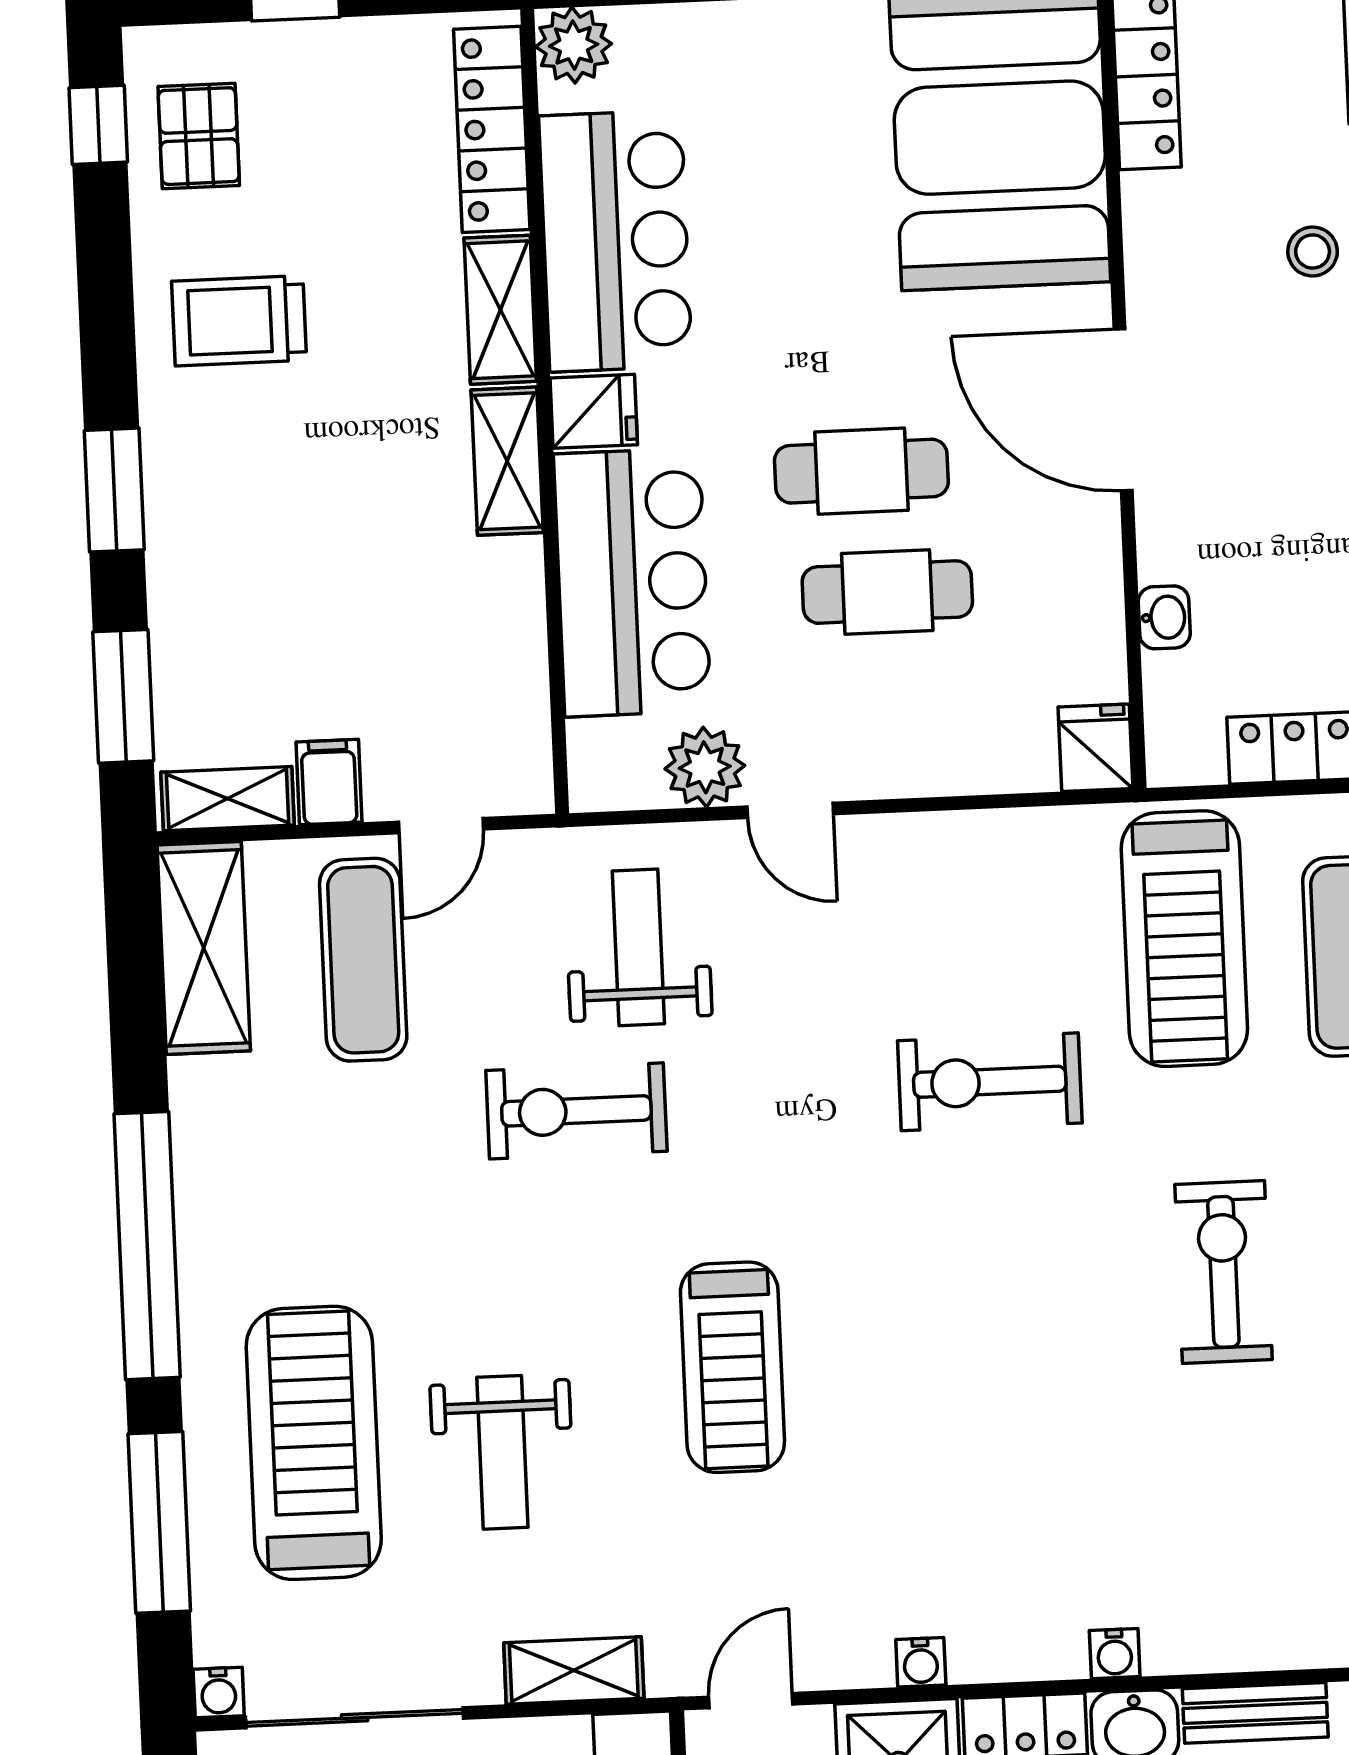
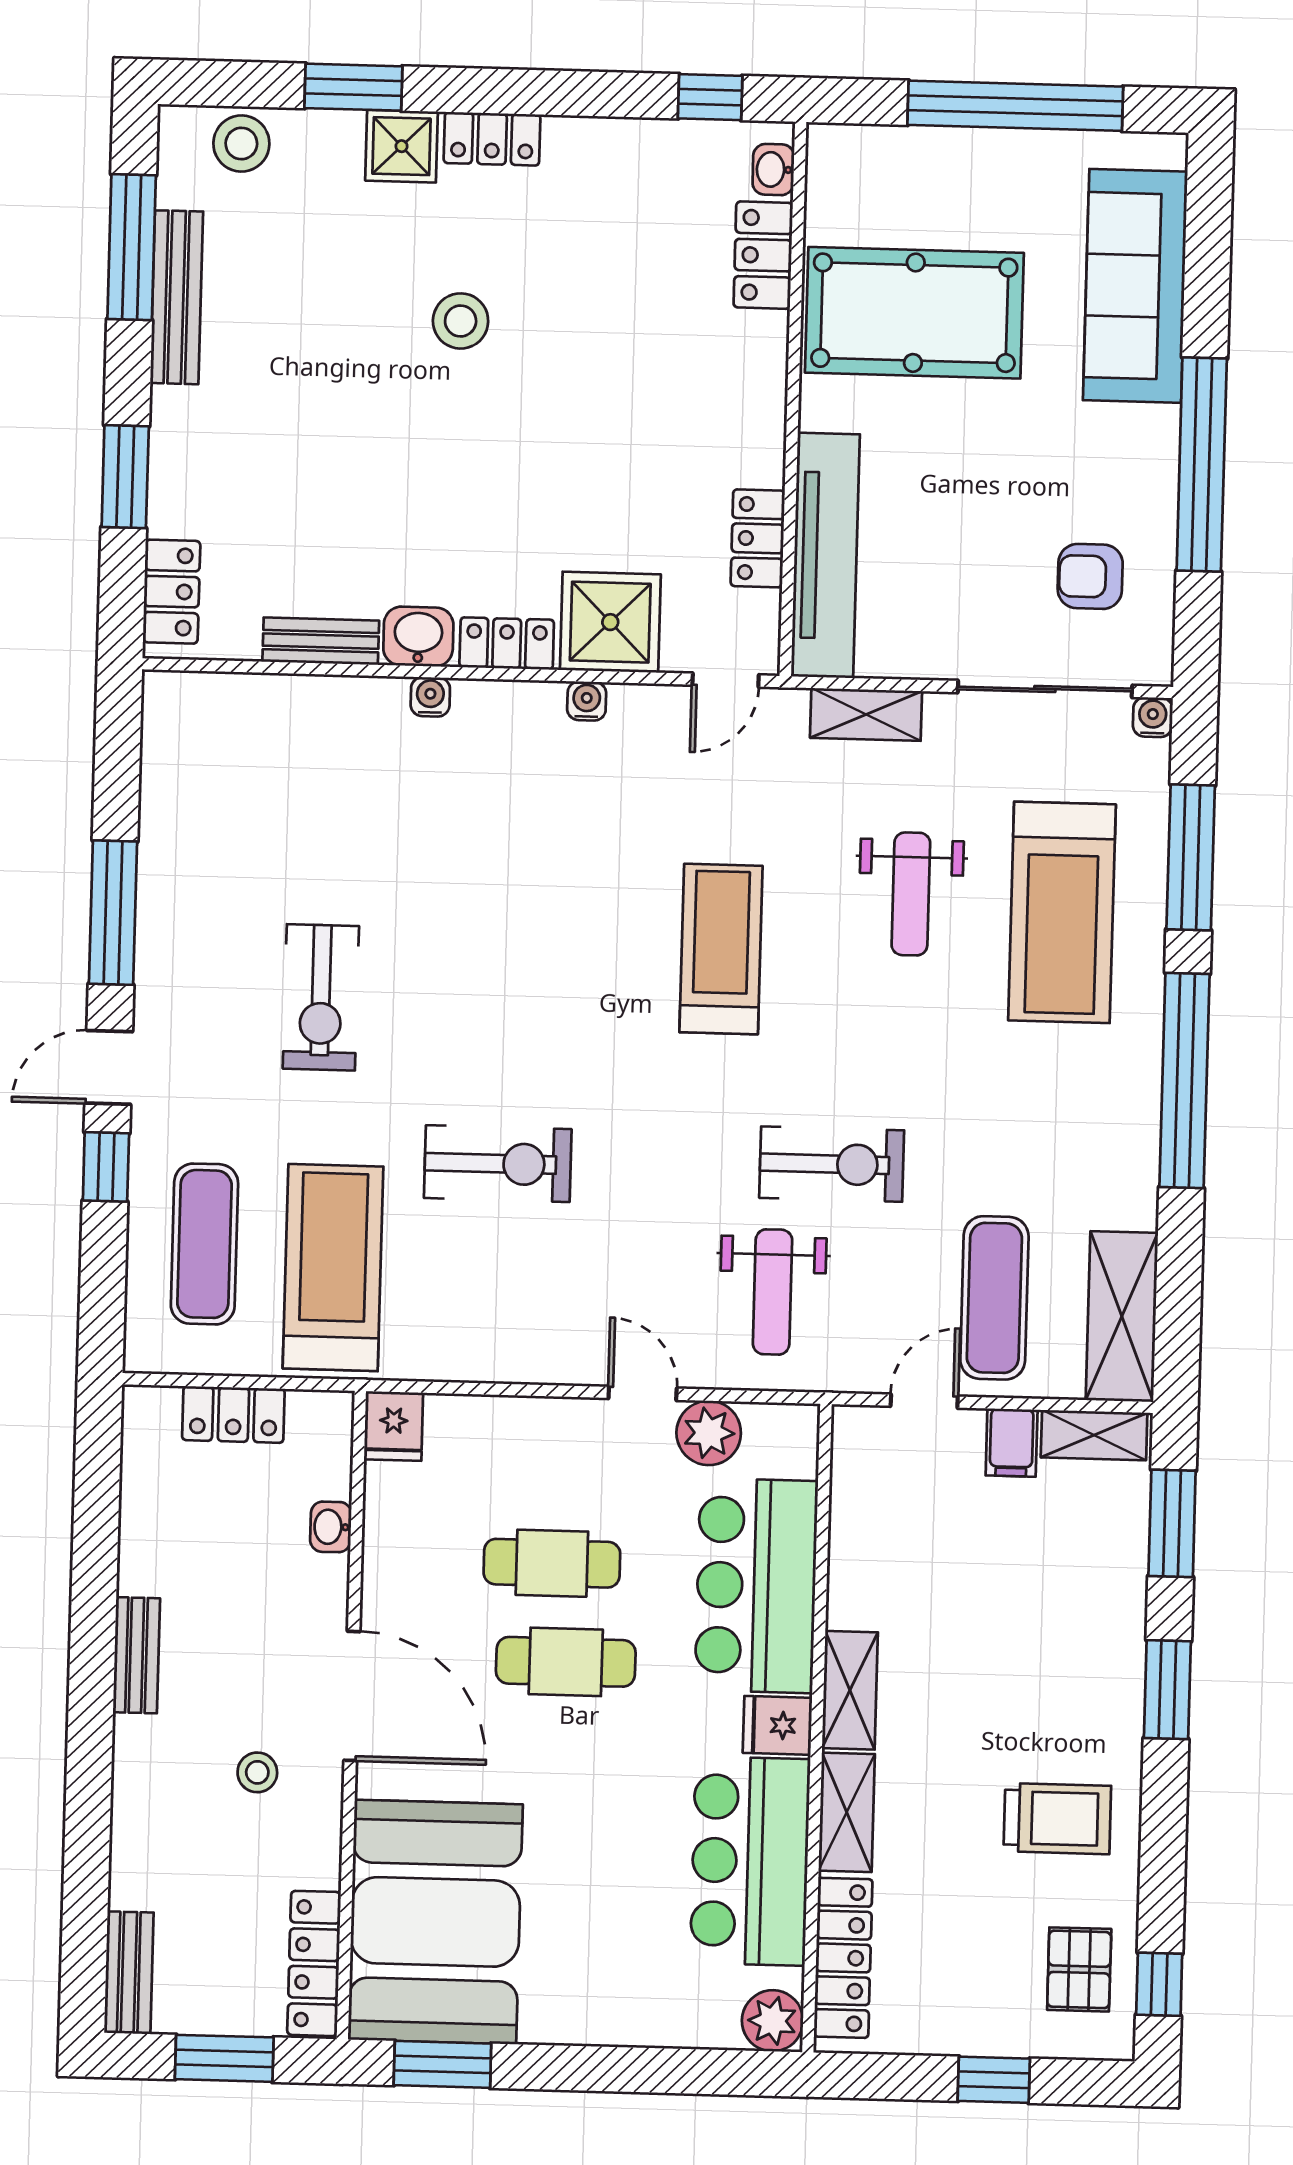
stool: (1313, 251) -> (257, 1772), moved
weight bench: (502, 1452) -> (911, 894), turned 180

